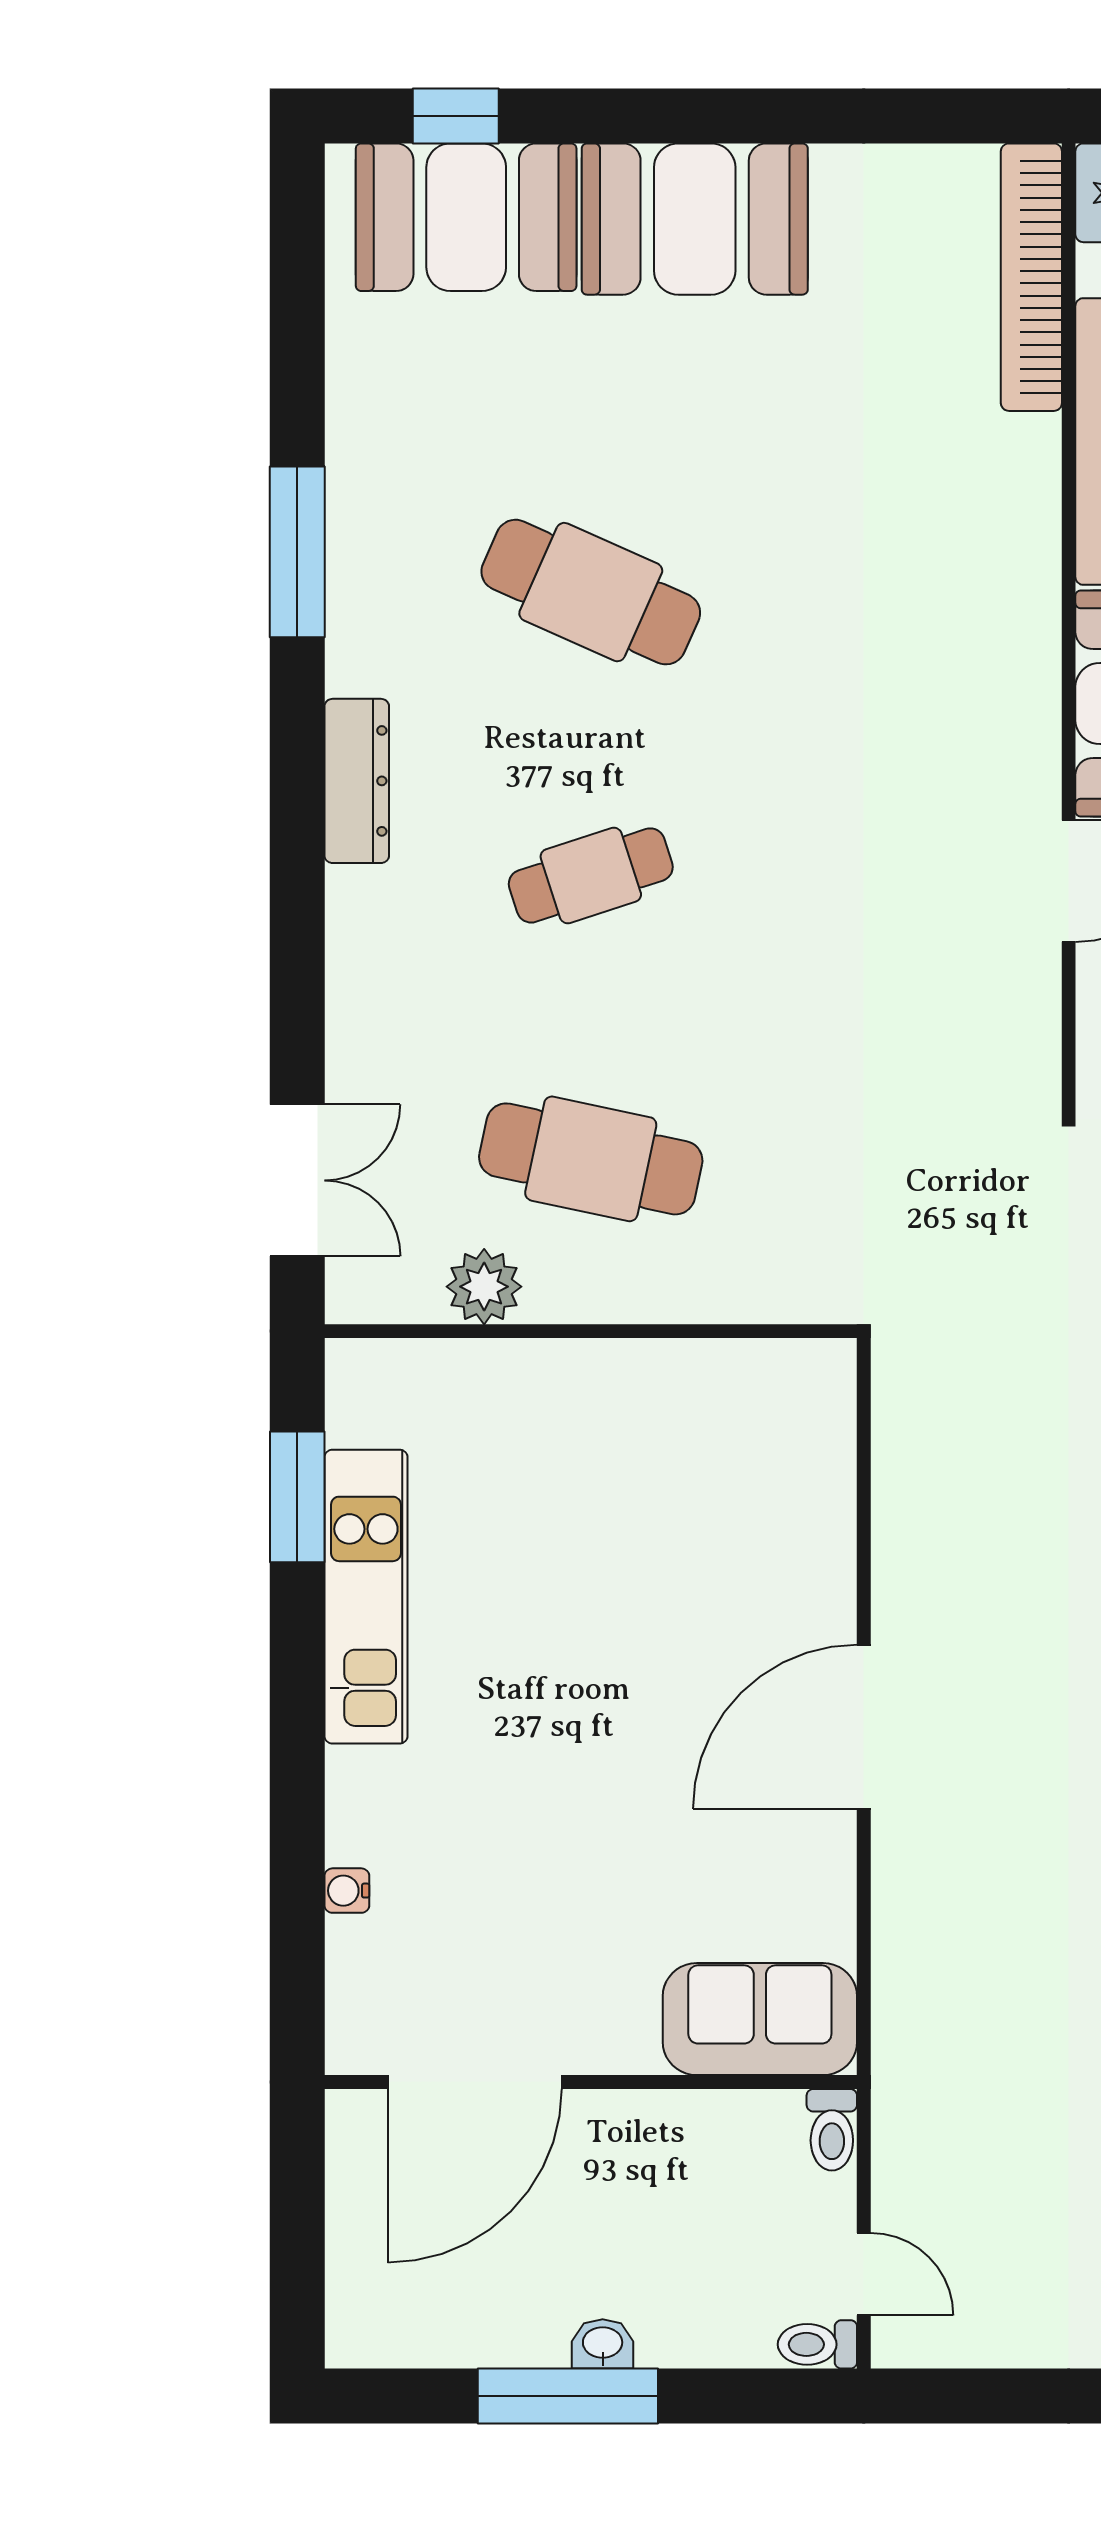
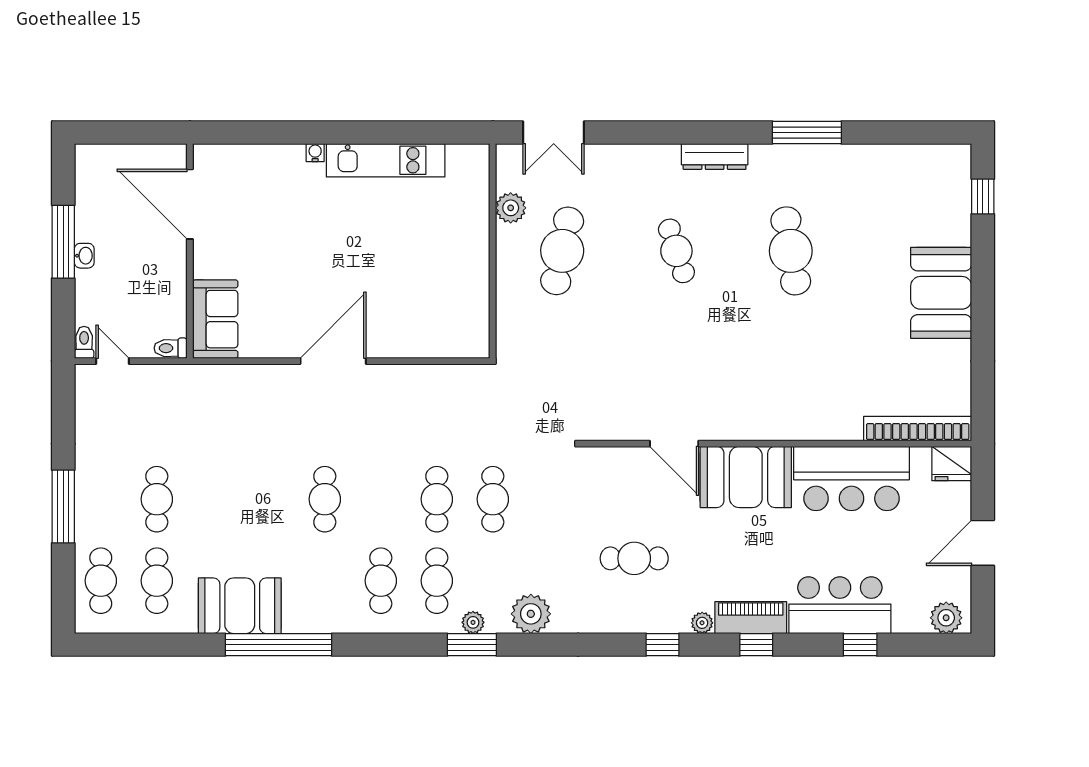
booth: (466, 217) -> (942, 201), removed
cafe table: (591, 592) -> (791, 251), turned -33
window: (297, 1497) -> (426, 133), removed
door: (864, 1727) -> (333, 361), hinge flipped
water cooler: (347, 1891) -> (315, 153), moved
door: (864, 2274) -> (112, 361), swing flipped

